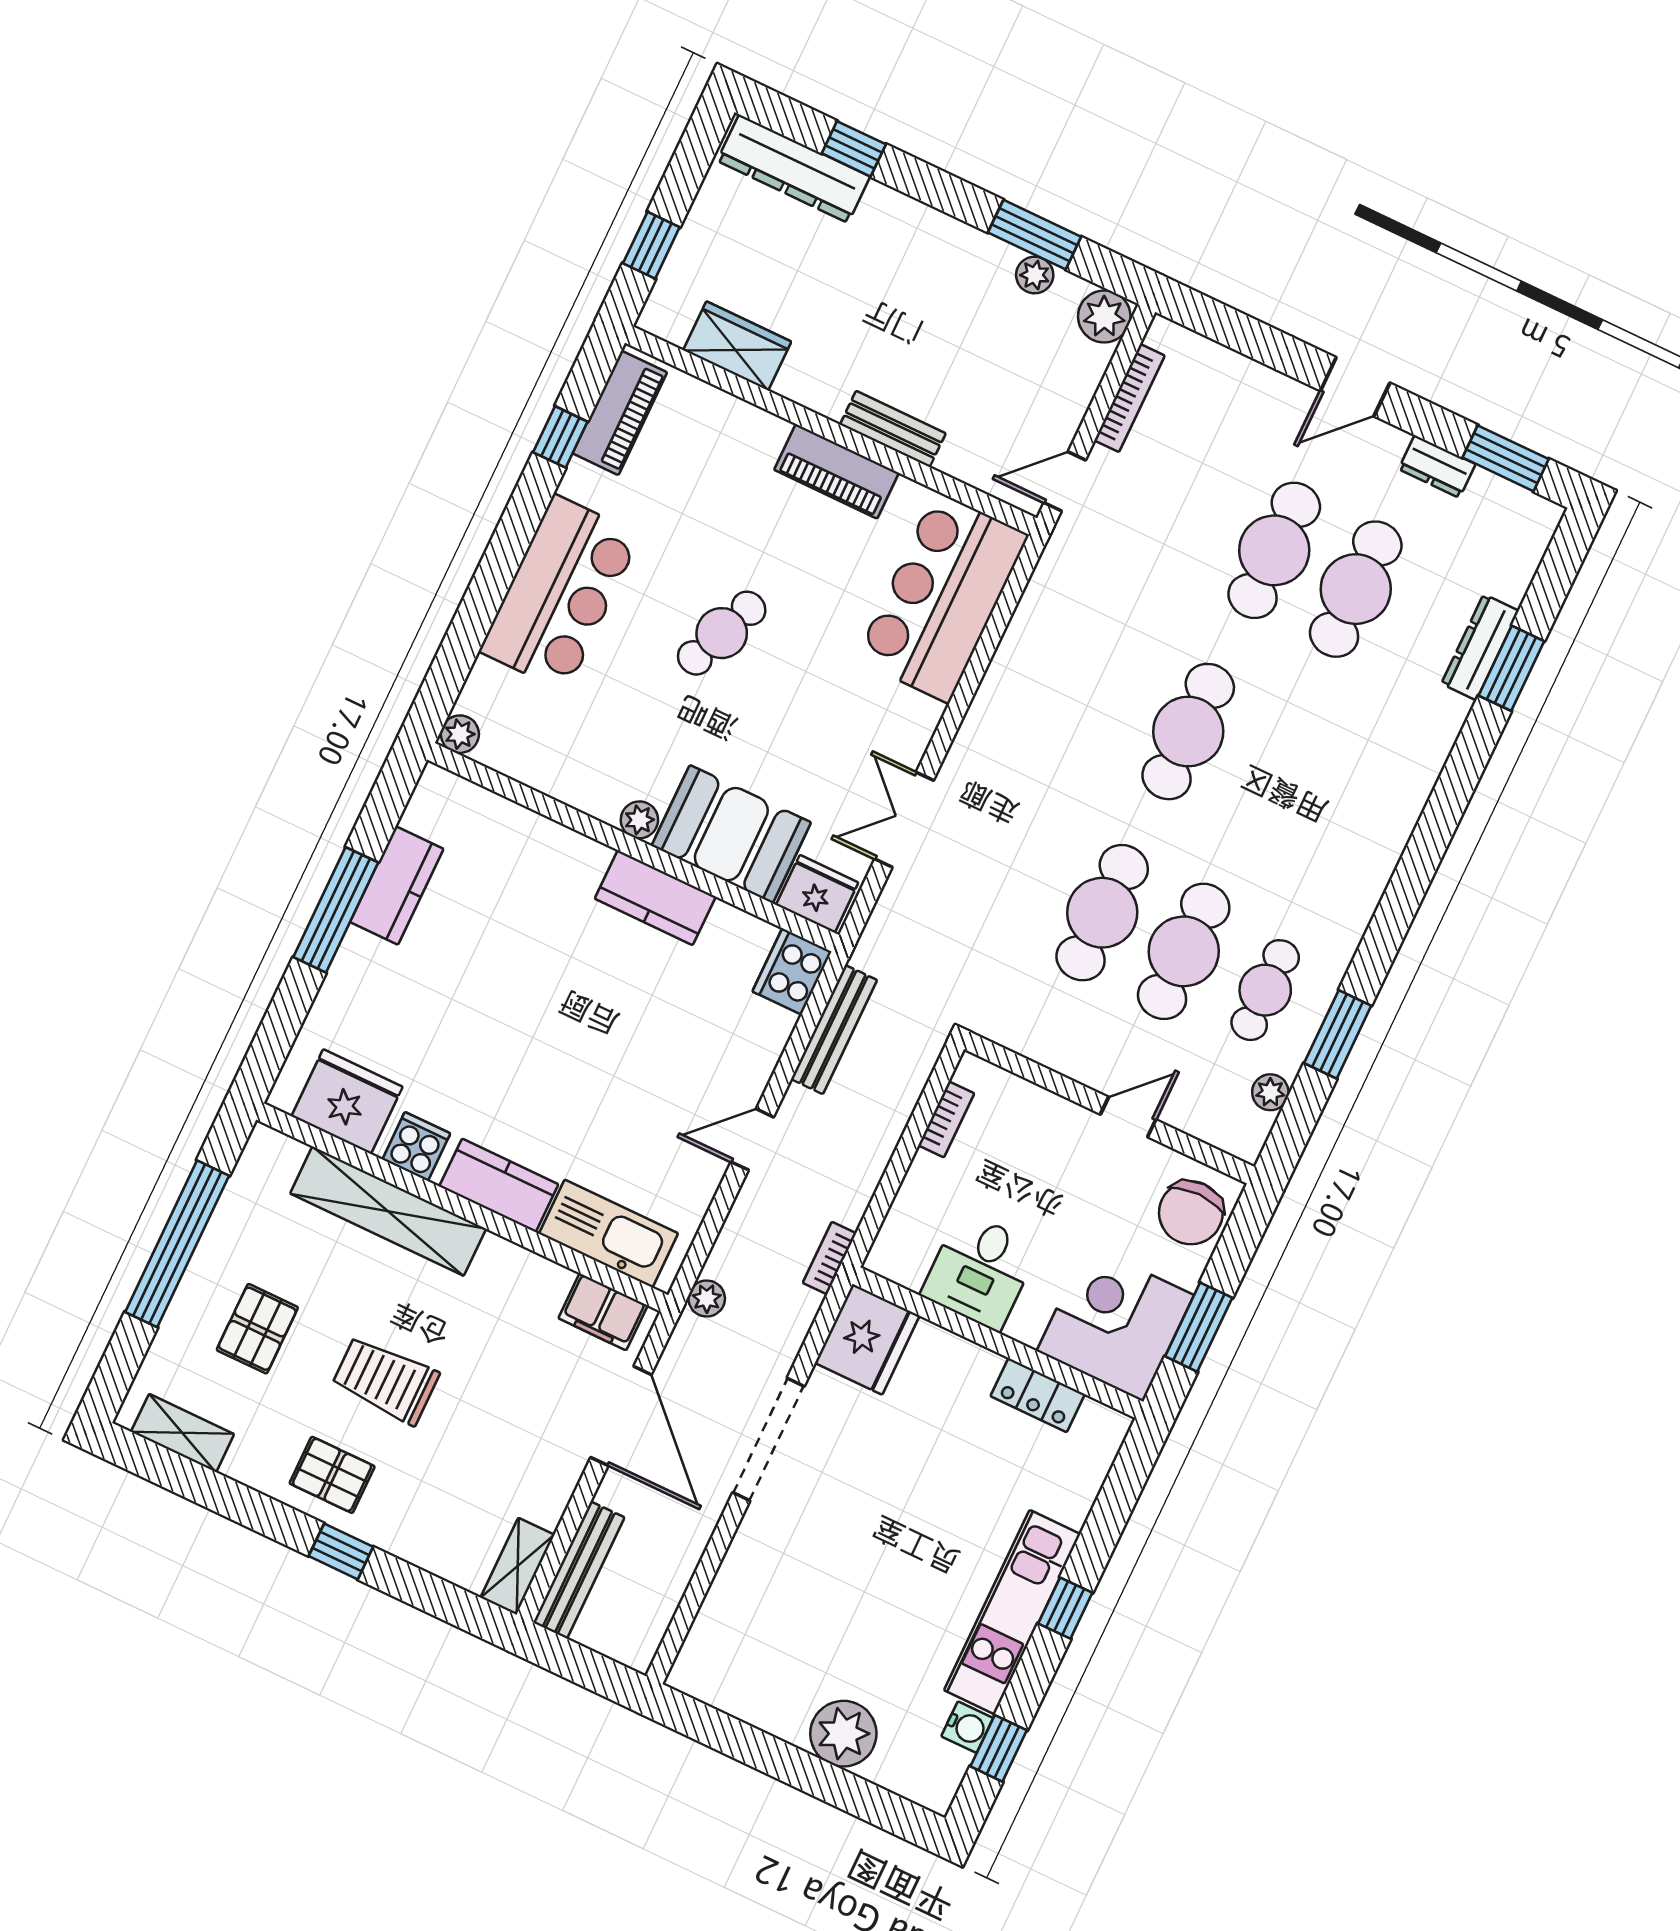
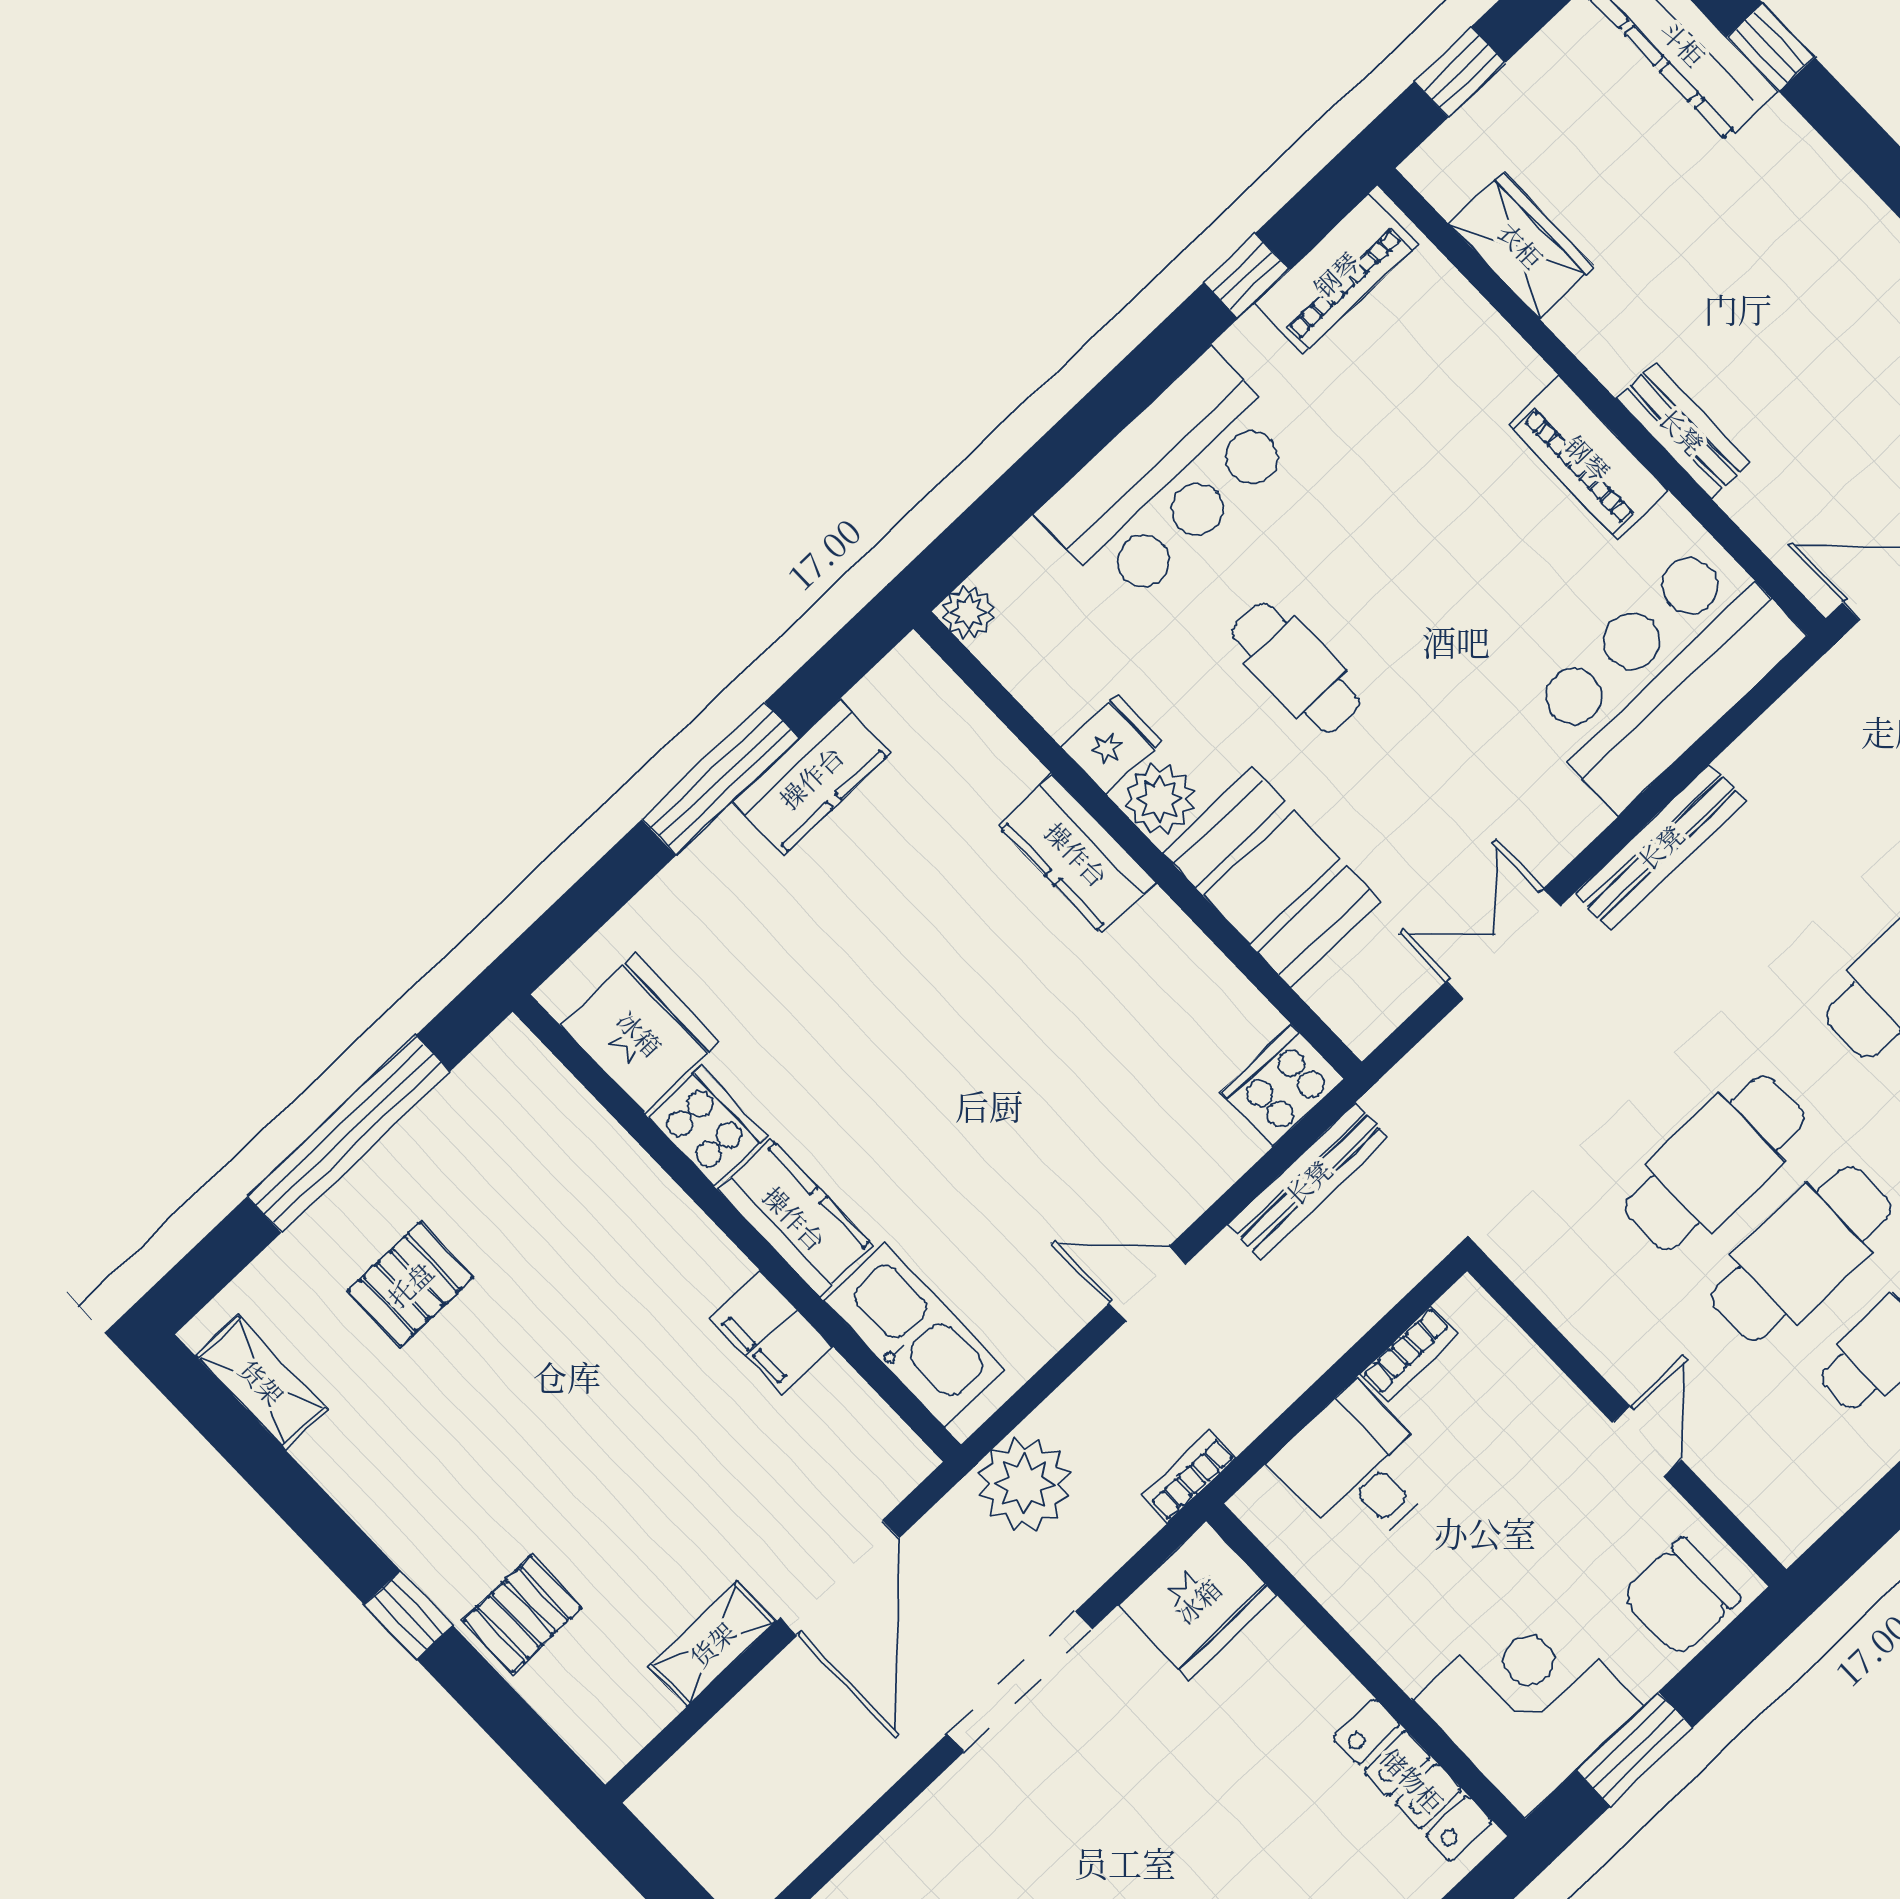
cafe table: (722, 633) -> (1296, 668), moved, turned 68
plant: (639, 820) -> (1160, 799), width x1.38, depth x1.38
fridge: (817, 894) -> (1112, 744), moved, width x0.72
kitchen counter: (655, 898) -> (1077, 854), moved
plant: (1270, 1092) -> (1844, 1480), removed
door: (1128, 1117) -> (1647, 1441), hinge flipped
cooker: (416, 1146) -> (708, 1126), width x1.36
shelving: (388, 1211) -> (639, 1196), removed
desk: (980, 1271) -> (1358, 1469), moved, turned 90
plant: (707, 1299) -> (1024, 1484), width x1.87, depth x1.87
filing cabinet: (603, 1312) -> (772, 1333), moved
trolley: (385, 1380) -> (551, 1414), removed
locker: (1038, 1395) -> (1413, 1780), width x1.53
pallet: (332, 1475) -> (522, 1614), moved, turned 90
shelving: (518, 1566) -> (712, 1644), moved
bench: (579, 1570) -> (1660, 847), moved

